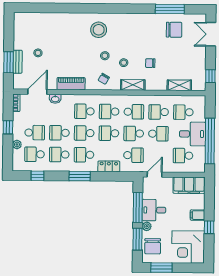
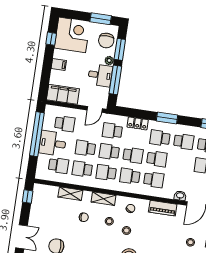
shelving: (179, 85) -> (70, 194), moved
school desk: (109, 112) -> (130, 176), turned 180
school desk: (159, 112) -> (82, 169), turned 180
school desk: (59, 133) -> (181, 162), removed
school desk: (134, 133) -> (109, 152), turned 180
school desk: (84, 155) -> (160, 138), turned 180
window: (209, 227) -> (51, 39), moved
chair: (153, 246) -> (106, 41), turned 180

